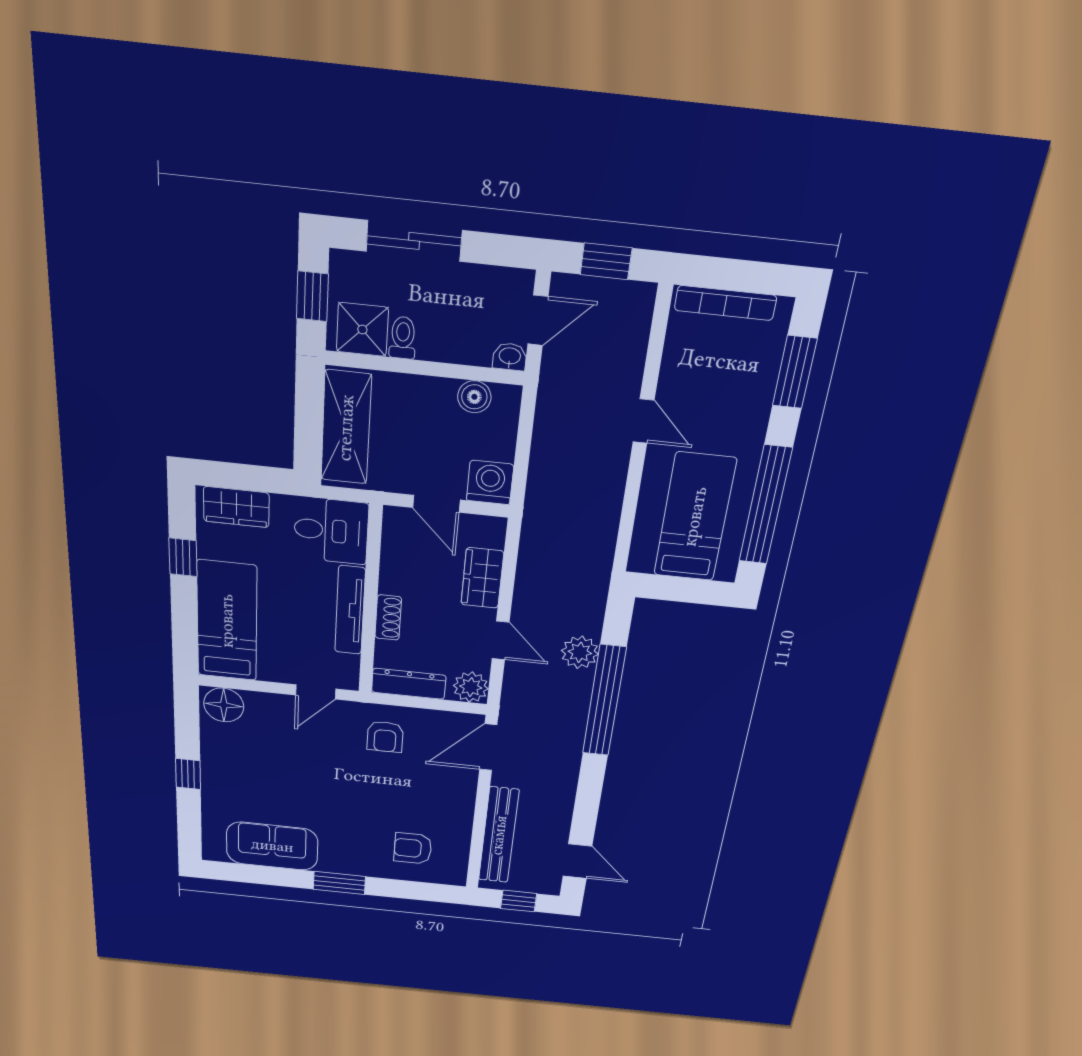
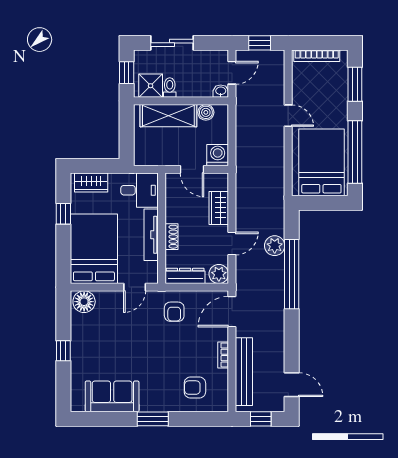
shelving: (346, 428) -> (168, 116), moved, turned 90
bed: (695, 517) -> (321, 162), width x1.50
bed: (227, 621) -> (94, 249), width x1.50
door: (501, 640) -> (232, 243), hinge flipped
bookcase: (466, 808) -> (223, 355), added

